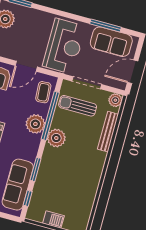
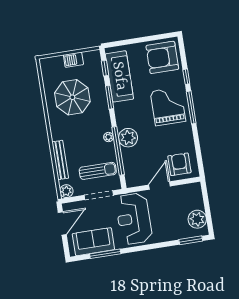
coffee table: (43, 92) -> (134, 169), removed
plant: (56, 138) -> (109, 137), width x0.53, depth x0.53
parasol: (70, 185) -> (72, 97), added

